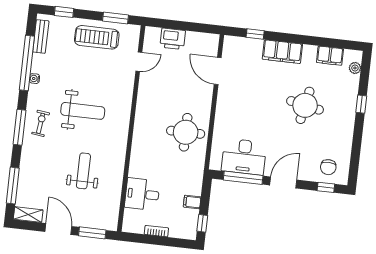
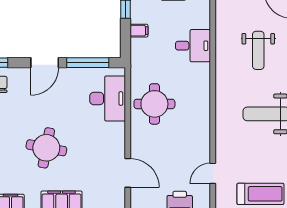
round table: (305, 105) -> (46, 148), moved
desk: (244, 157) -> (108, 98), moved, turned 90
desk: (142, 194) -> (193, 46), moved

